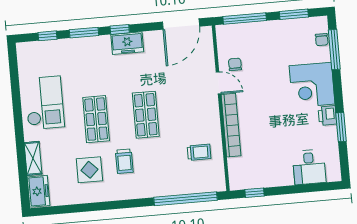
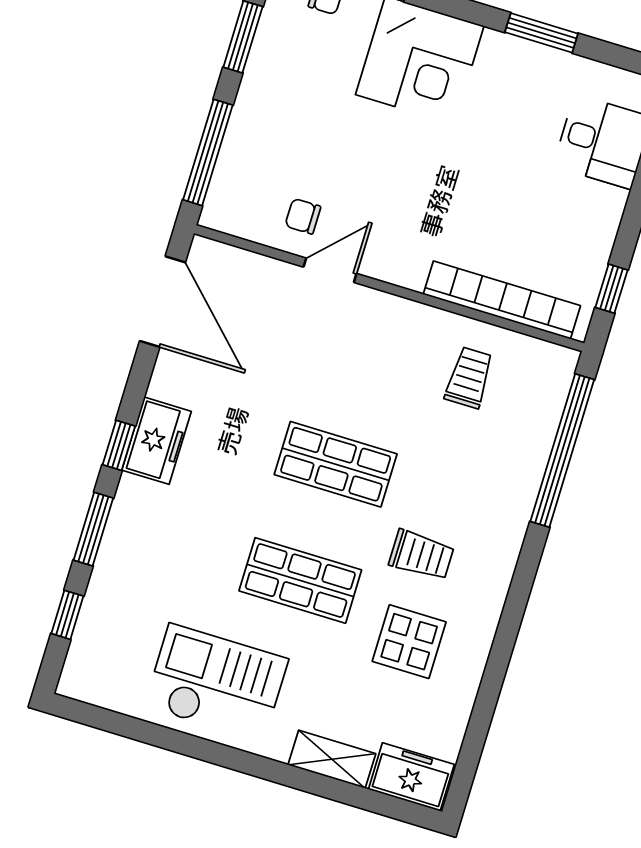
printer: (327, 116) -> (503, 53), removed
bookcase: (231, 125) -> (502, 300), moved

